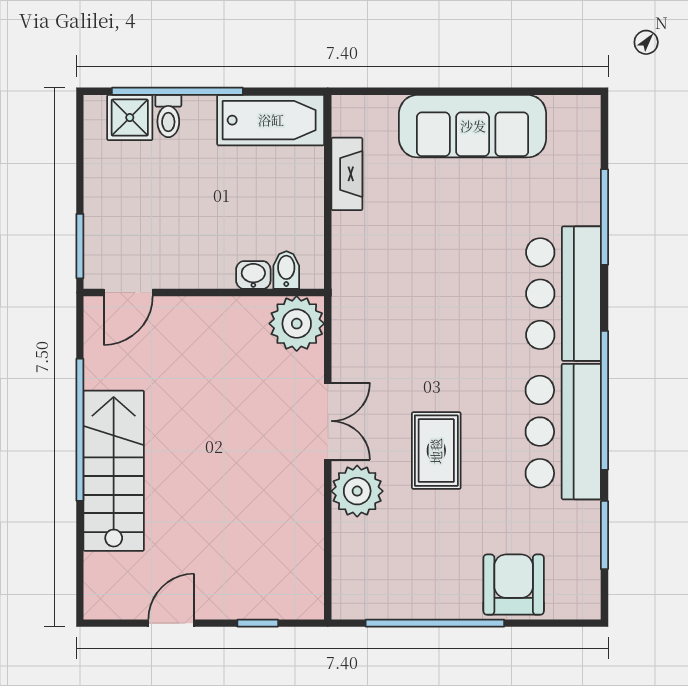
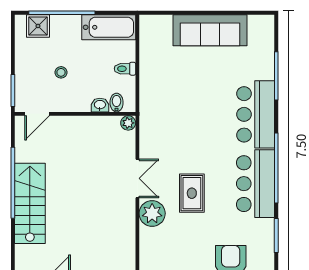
toilet: (168, 116) -> (125, 69), moved, turned 90
fireplace: (347, 174) -> (147, 54), removed
stool: (176, 210) -> (61, 72), added
plant: (297, 324) -> (128, 123), width x0.53, depth x0.53

